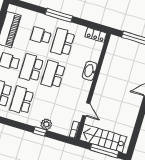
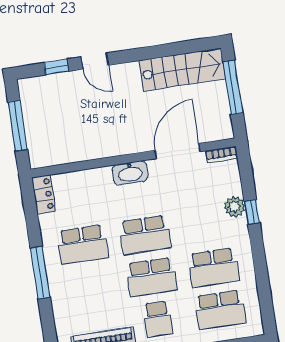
school desk: (41, 36) -> (89, 287), removed
washbasin: (90, 71) -> (130, 173), moved
door: (86, 109) -> (178, 151), width x1.87
stairs: (103, 138) -> (182, 70), moved, turned -90

